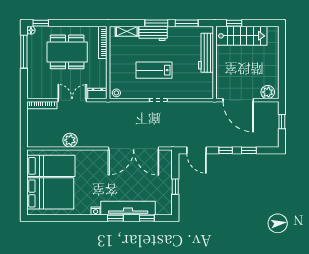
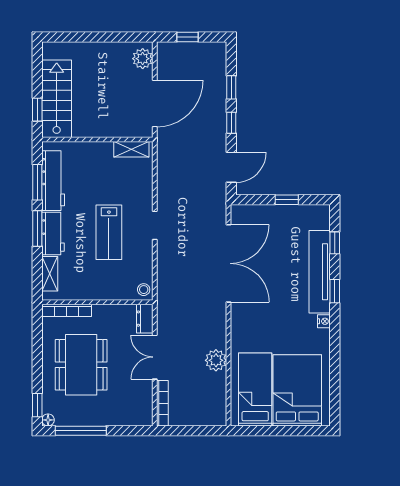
workbench: (206, 53) -> (53, 181), moved, turned -90
shelving: (208, 85) -> (131, 149), added

